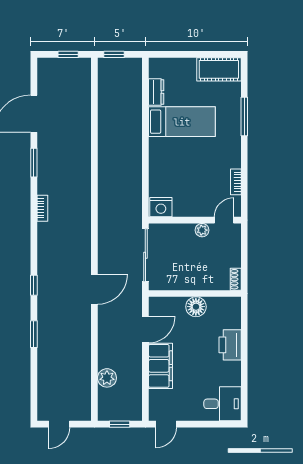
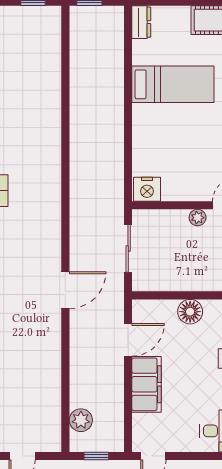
dresser: (156, 92) -> (141, 22), moved
sliding door: (145, 255) -> (128, 248), width x0.73
plant: (107, 378) -> (81, 420), moved

